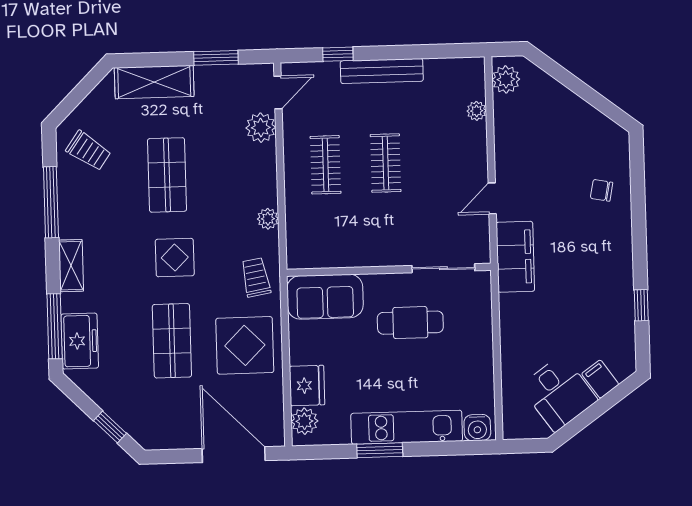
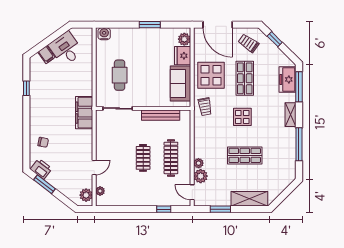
bench: (382, 71) -> (161, 115), moved
door: (278, 92) -> (192, 192), hinge flipped
window: (596, 100) -> (44, 184), added
plant: (477, 111) -> (100, 191), moved
printer: (604, 133) -> (41, 169), added
trolley: (88, 151) -> (248, 43), moved
clothes rail: (326, 165) -> (171, 158), width x1.36
shop shelf: (167, 175) -> (245, 155), turned 90
door: (492, 198) -> (94, 167), moved
plant: (268, 219) -> (199, 163), moved
sofa: (325, 297) -> (180, 84), moved, turned -90
cafe table: (410, 323) -> (120, 75), moved, turned 90
kitchen unit: (407, 427) -> (137, 35), removed

